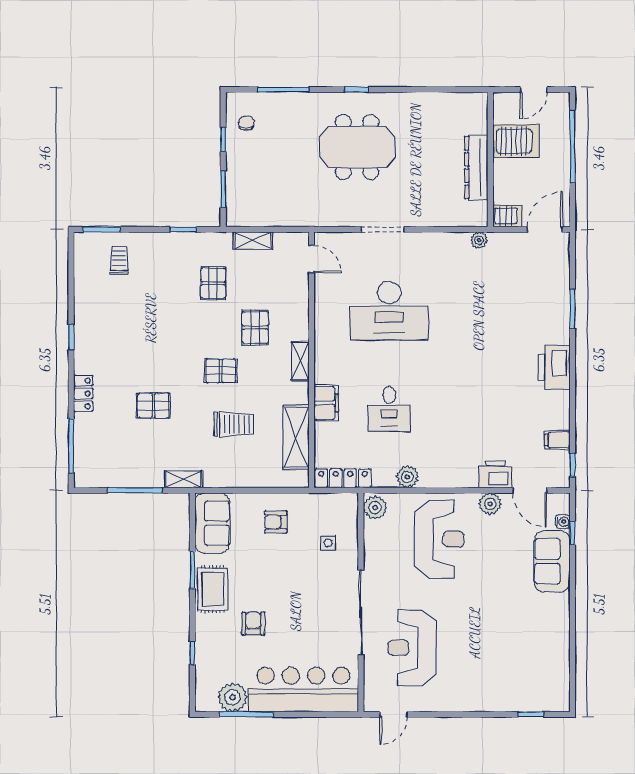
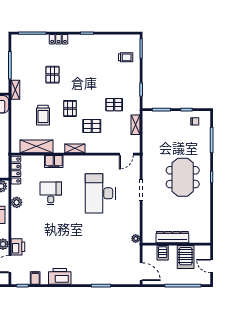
server rack: (507, 216) -> (163, 253), moved
printer: (554, 367) -> (60, 276), moved
desk: (389, 409) -> (51, 193), turned 90

